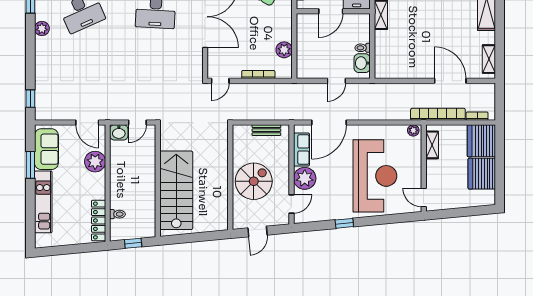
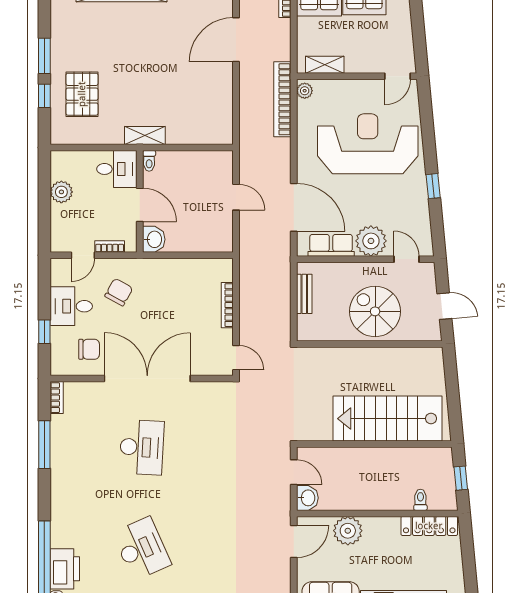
toilet: (363, 48) -> (149, 161), moved
plant: (284, 50) -> (193, 269), removed
washbasin: (362, 63) -> (154, 239), moved, turned -90
bookcase: (438, 114) -> (282, 99), moved

